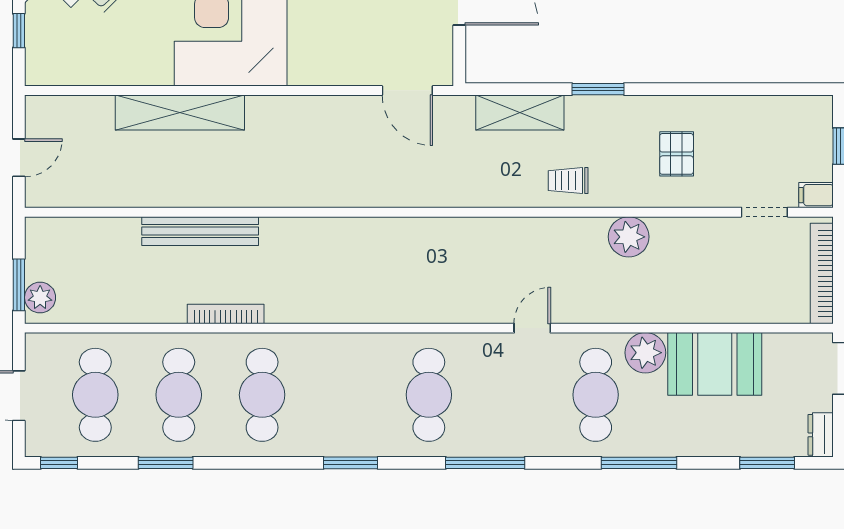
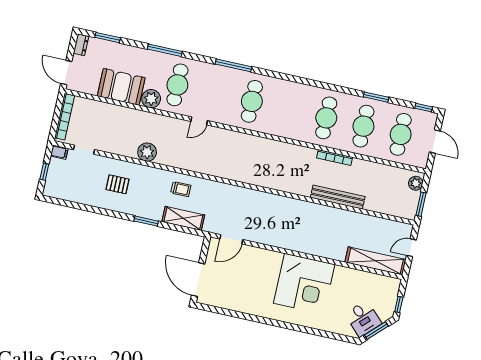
door: (407, 90) -> (231, 239), swing flipped
shelving: (180, 112) -> (376, 261), moved
pallet: (677, 154) -> (118, 184), turned 90
trolley: (568, 181) -> (181, 189), moved
window: (19, 285) -> (421, 204), moved
window: (351, 463) -> (294, 79), removed

